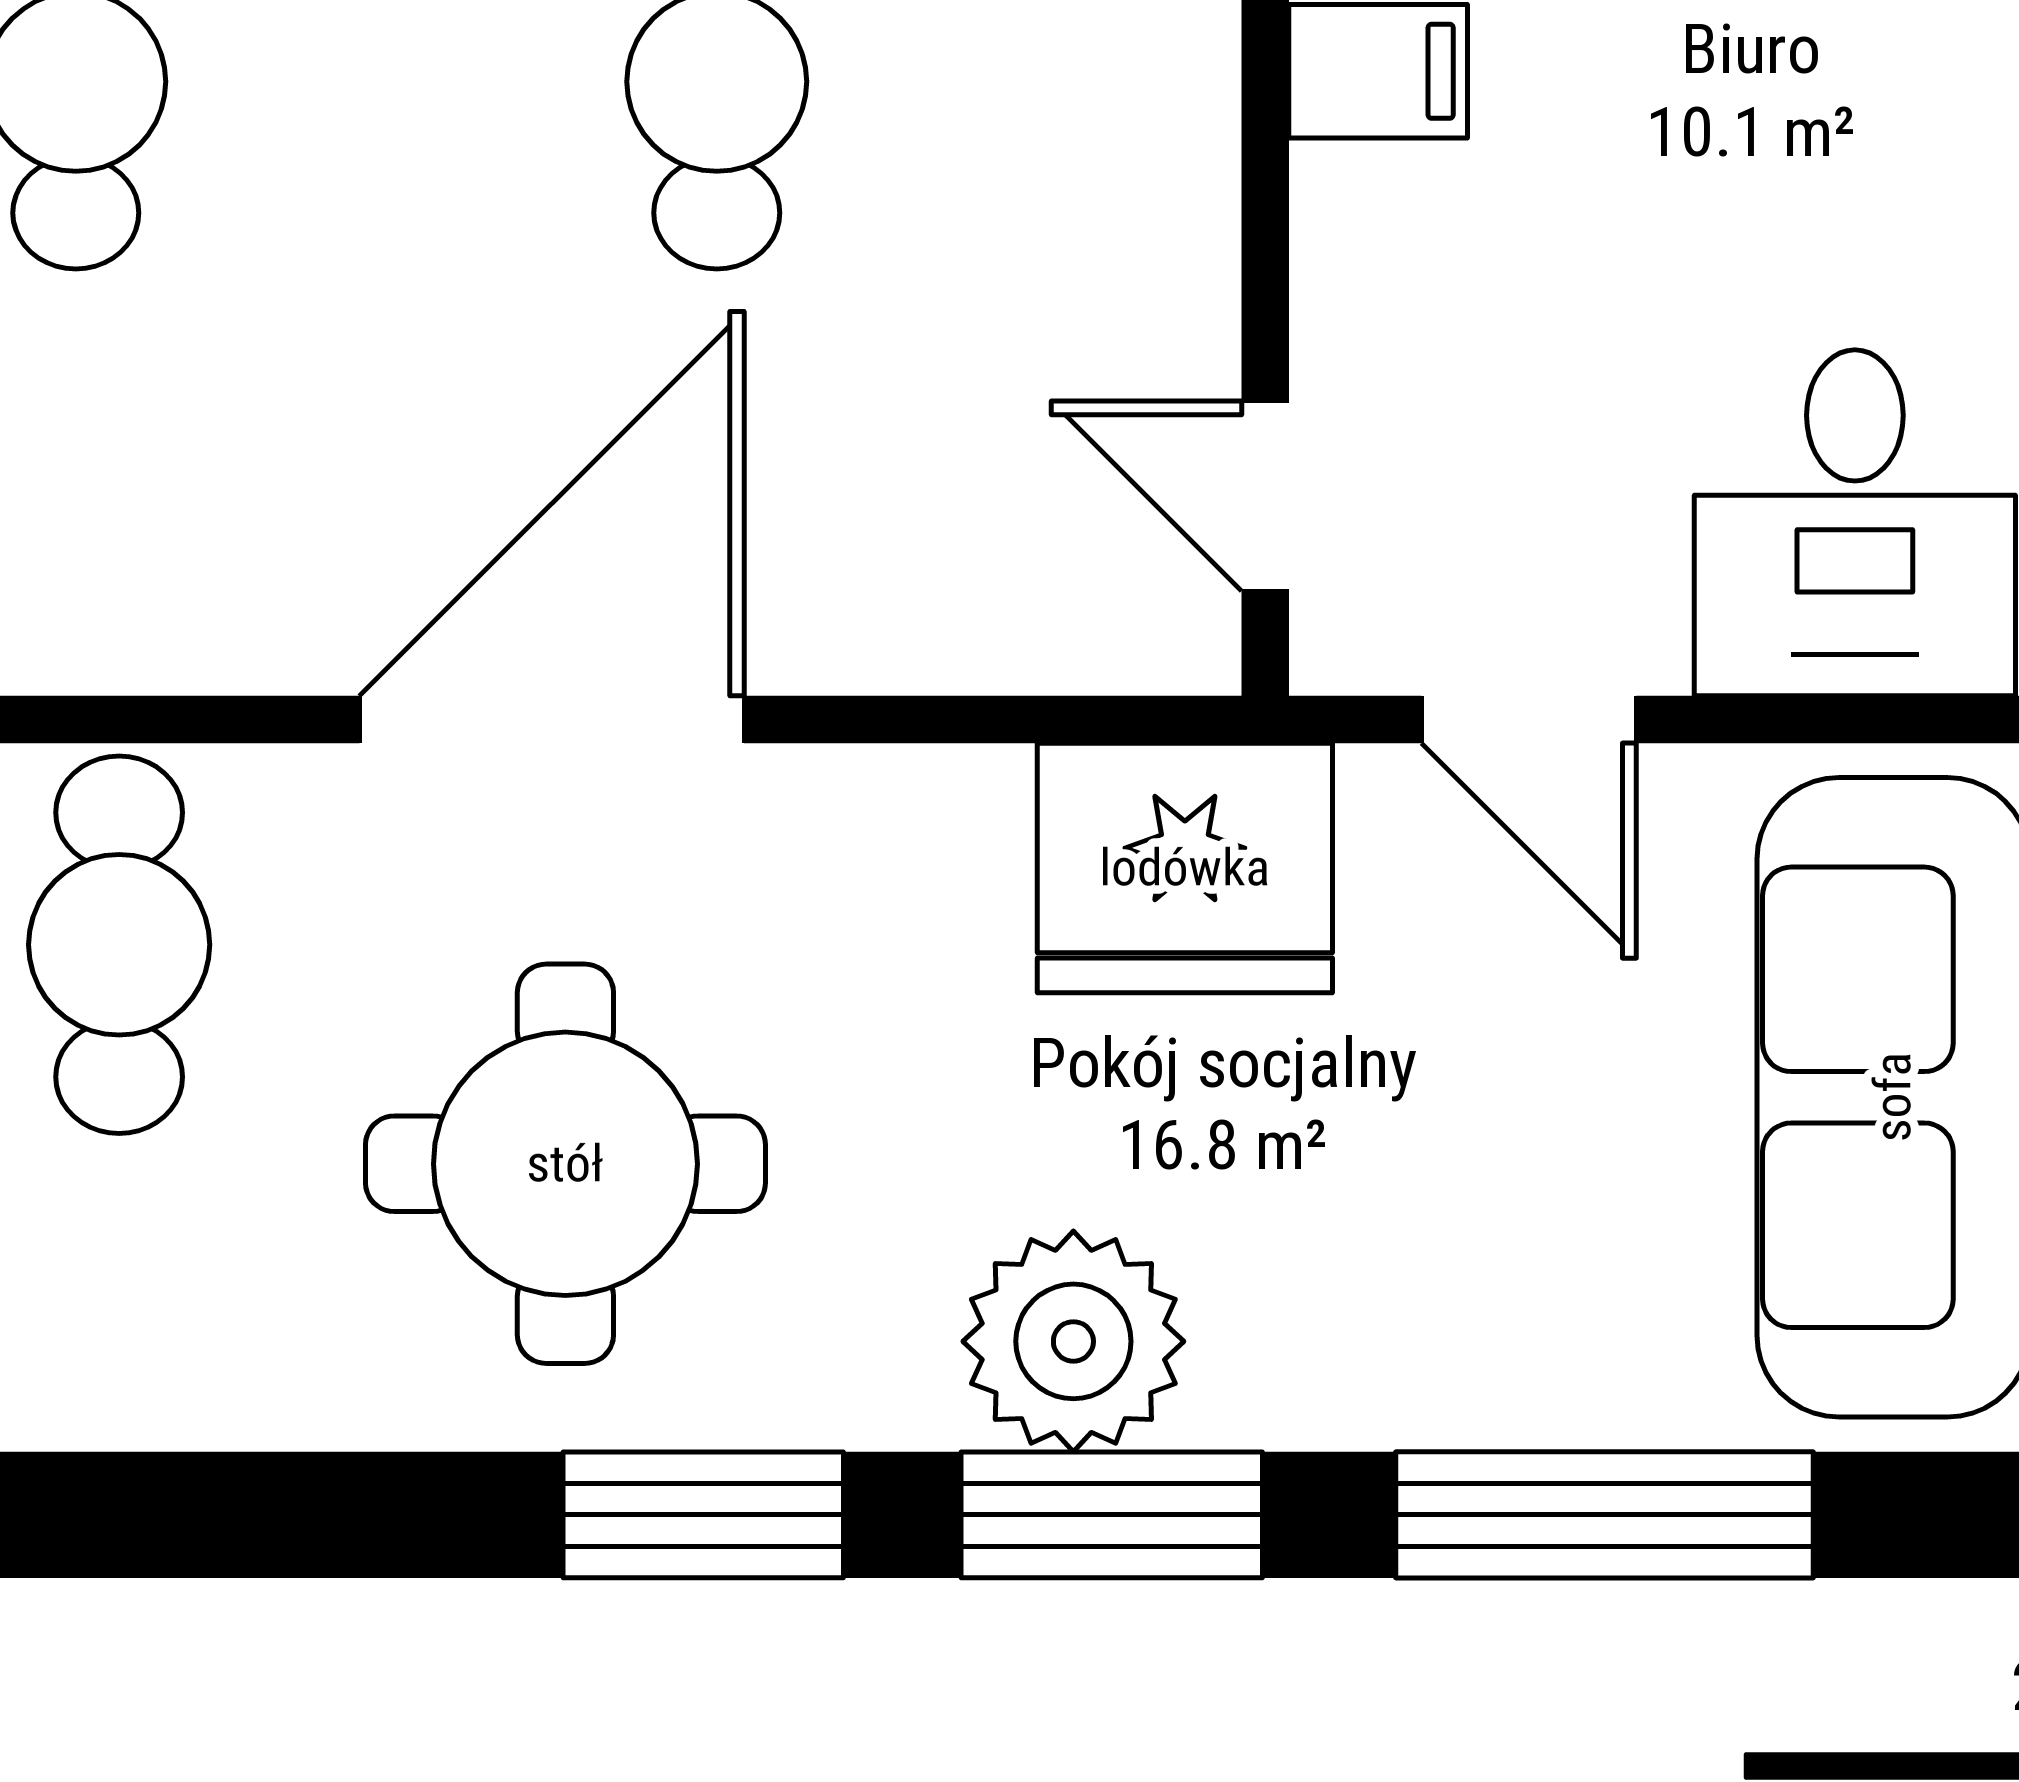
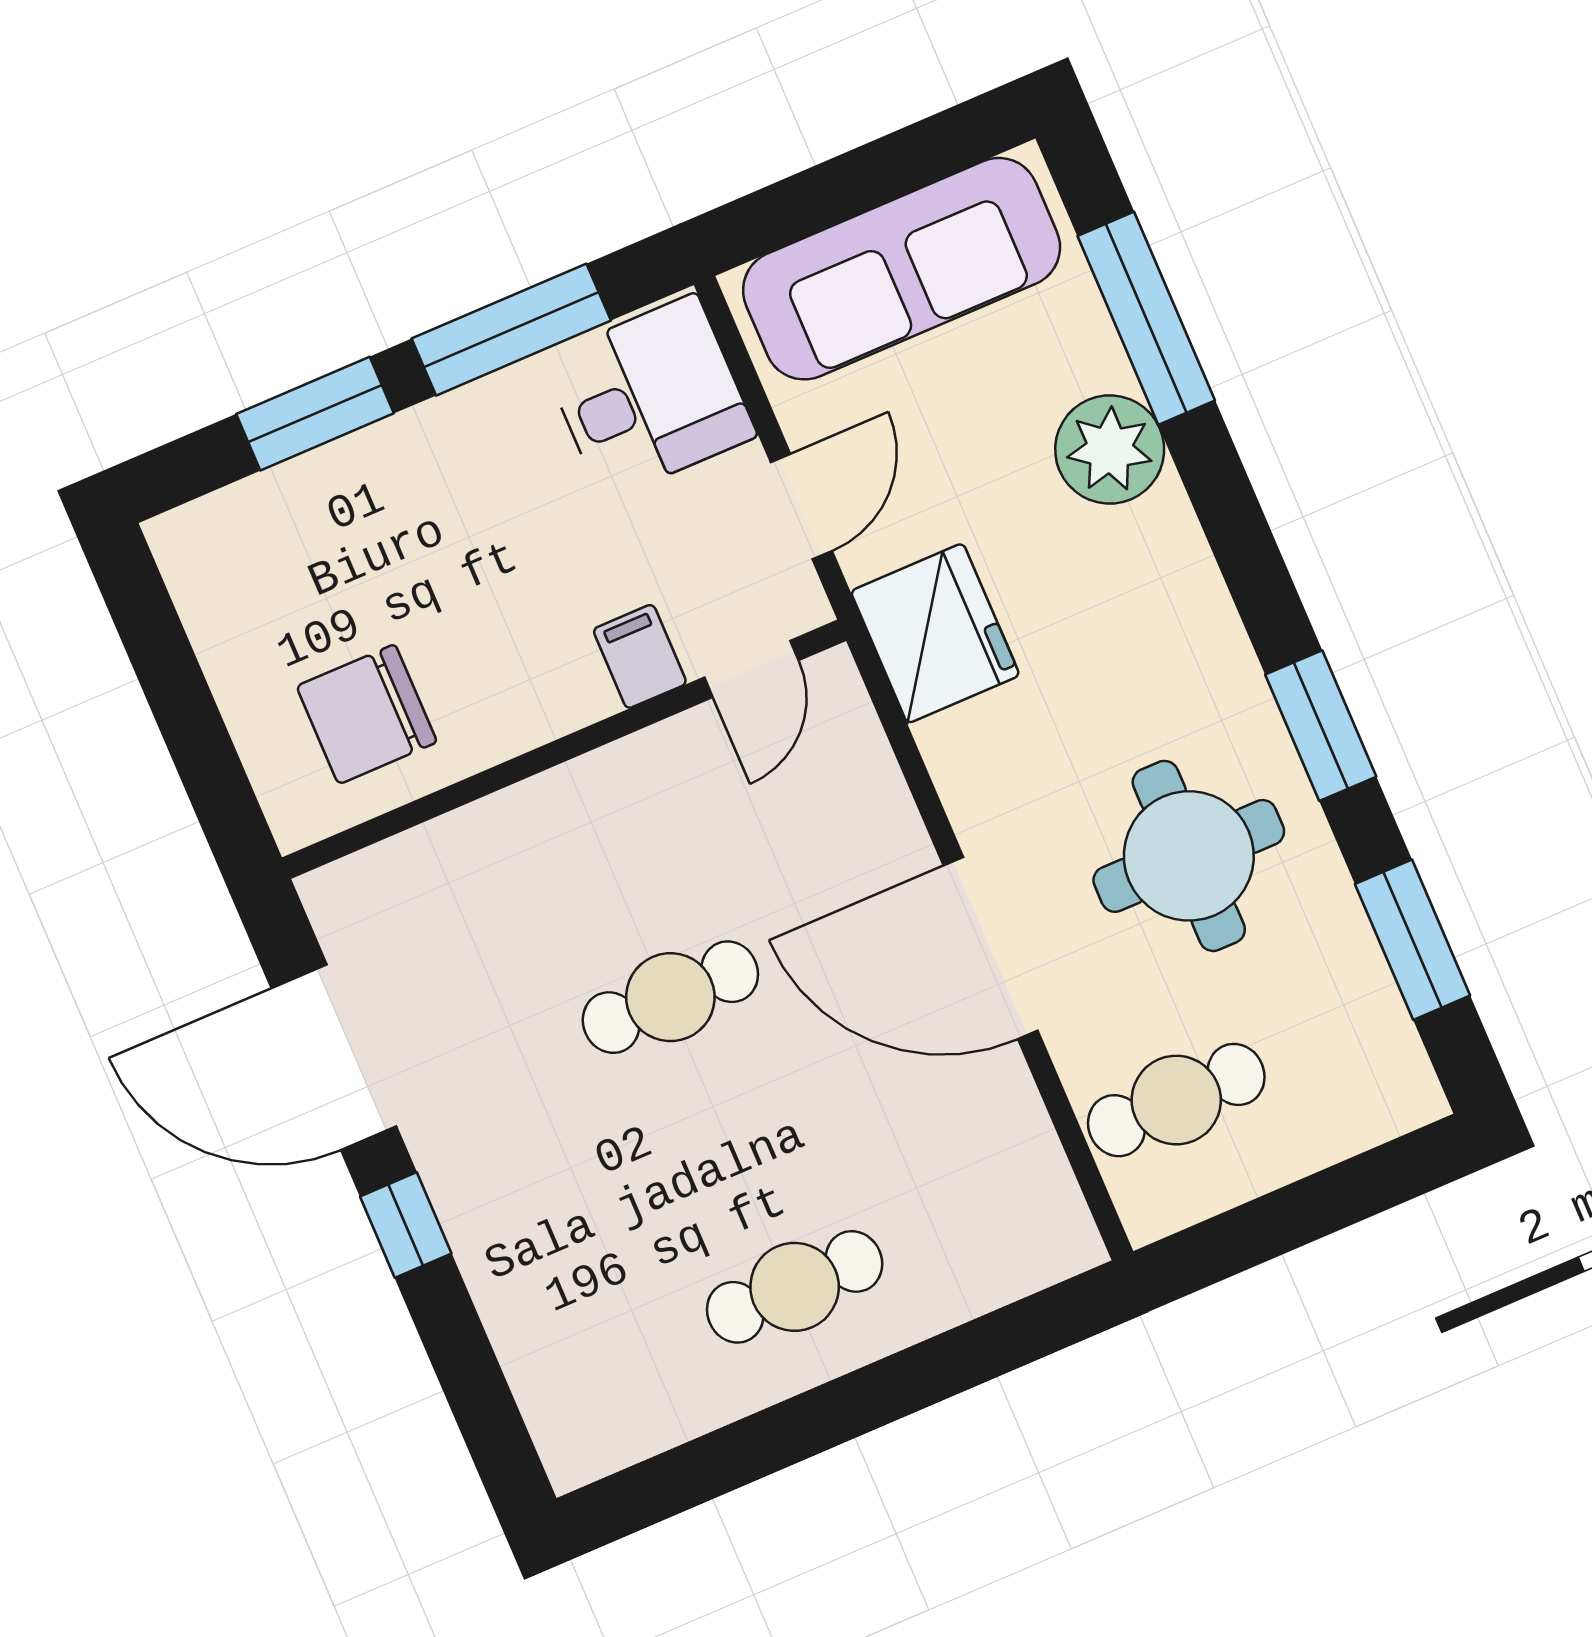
filing cabinet: (1378, 71) -> (640, 656), moved
plant: (1073, 1341) -> (1110, 449), moved
window: (1112, 1515) -> (1413, 940), moved

